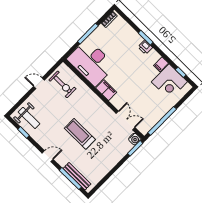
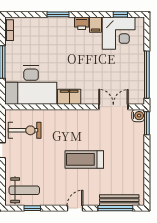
printer: (145, 47) -> (82, 23), moved

